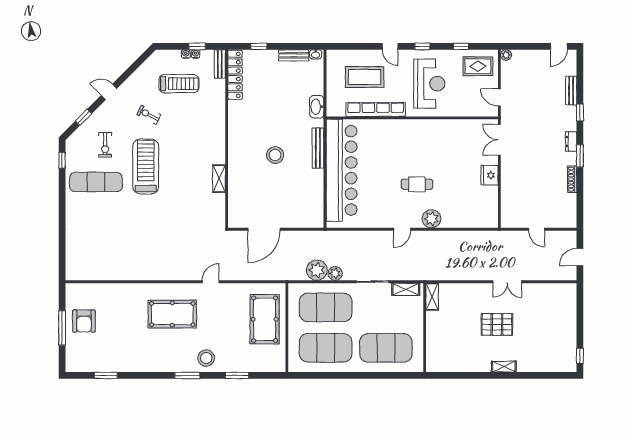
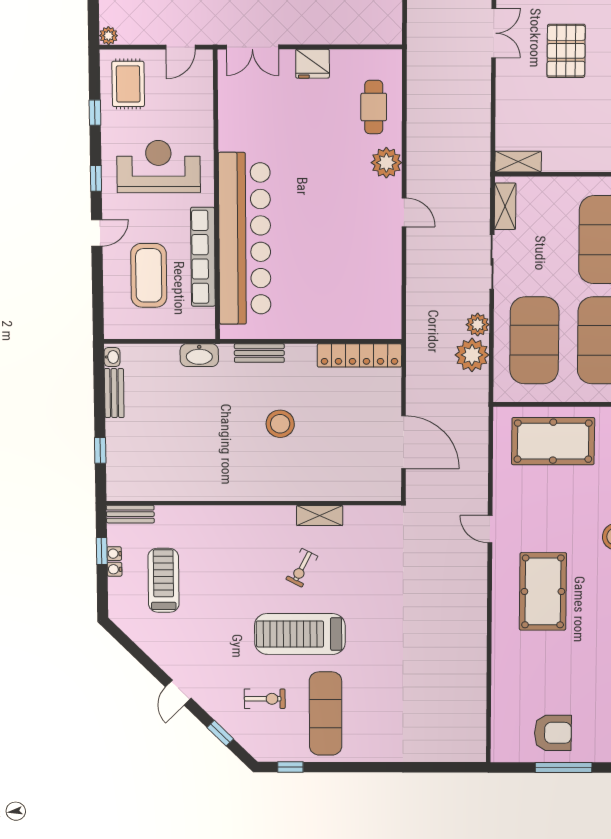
locker: (235, 75) -> (359, 355), moved, turned 180
exercise bike: (149, 115) -> (302, 568), moved
bench: (318, 148) -> (259, 353), width x0.73
bar counter: (342, 170) -> (245, 239), moved, turned 90
cafe table: (417, 184) -> (374, 107), moved

